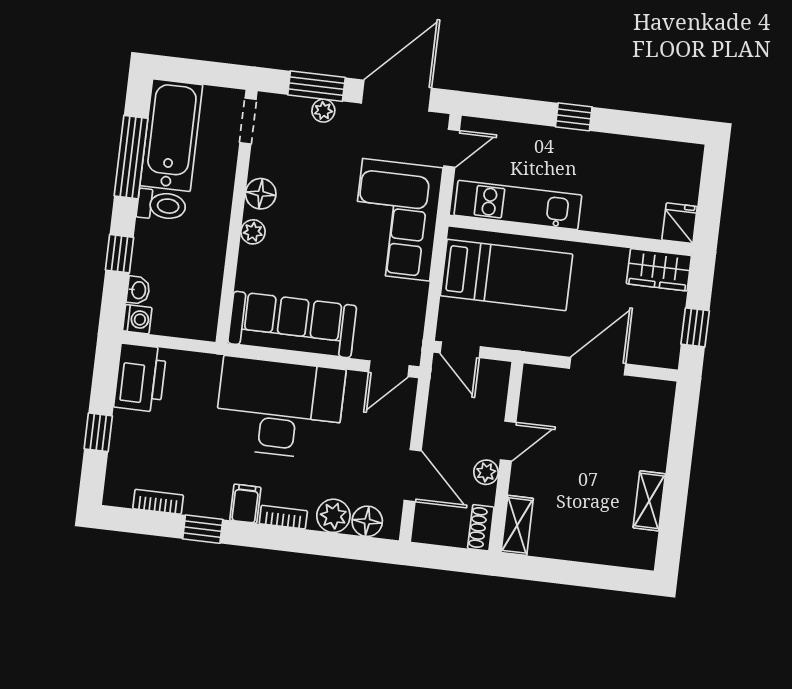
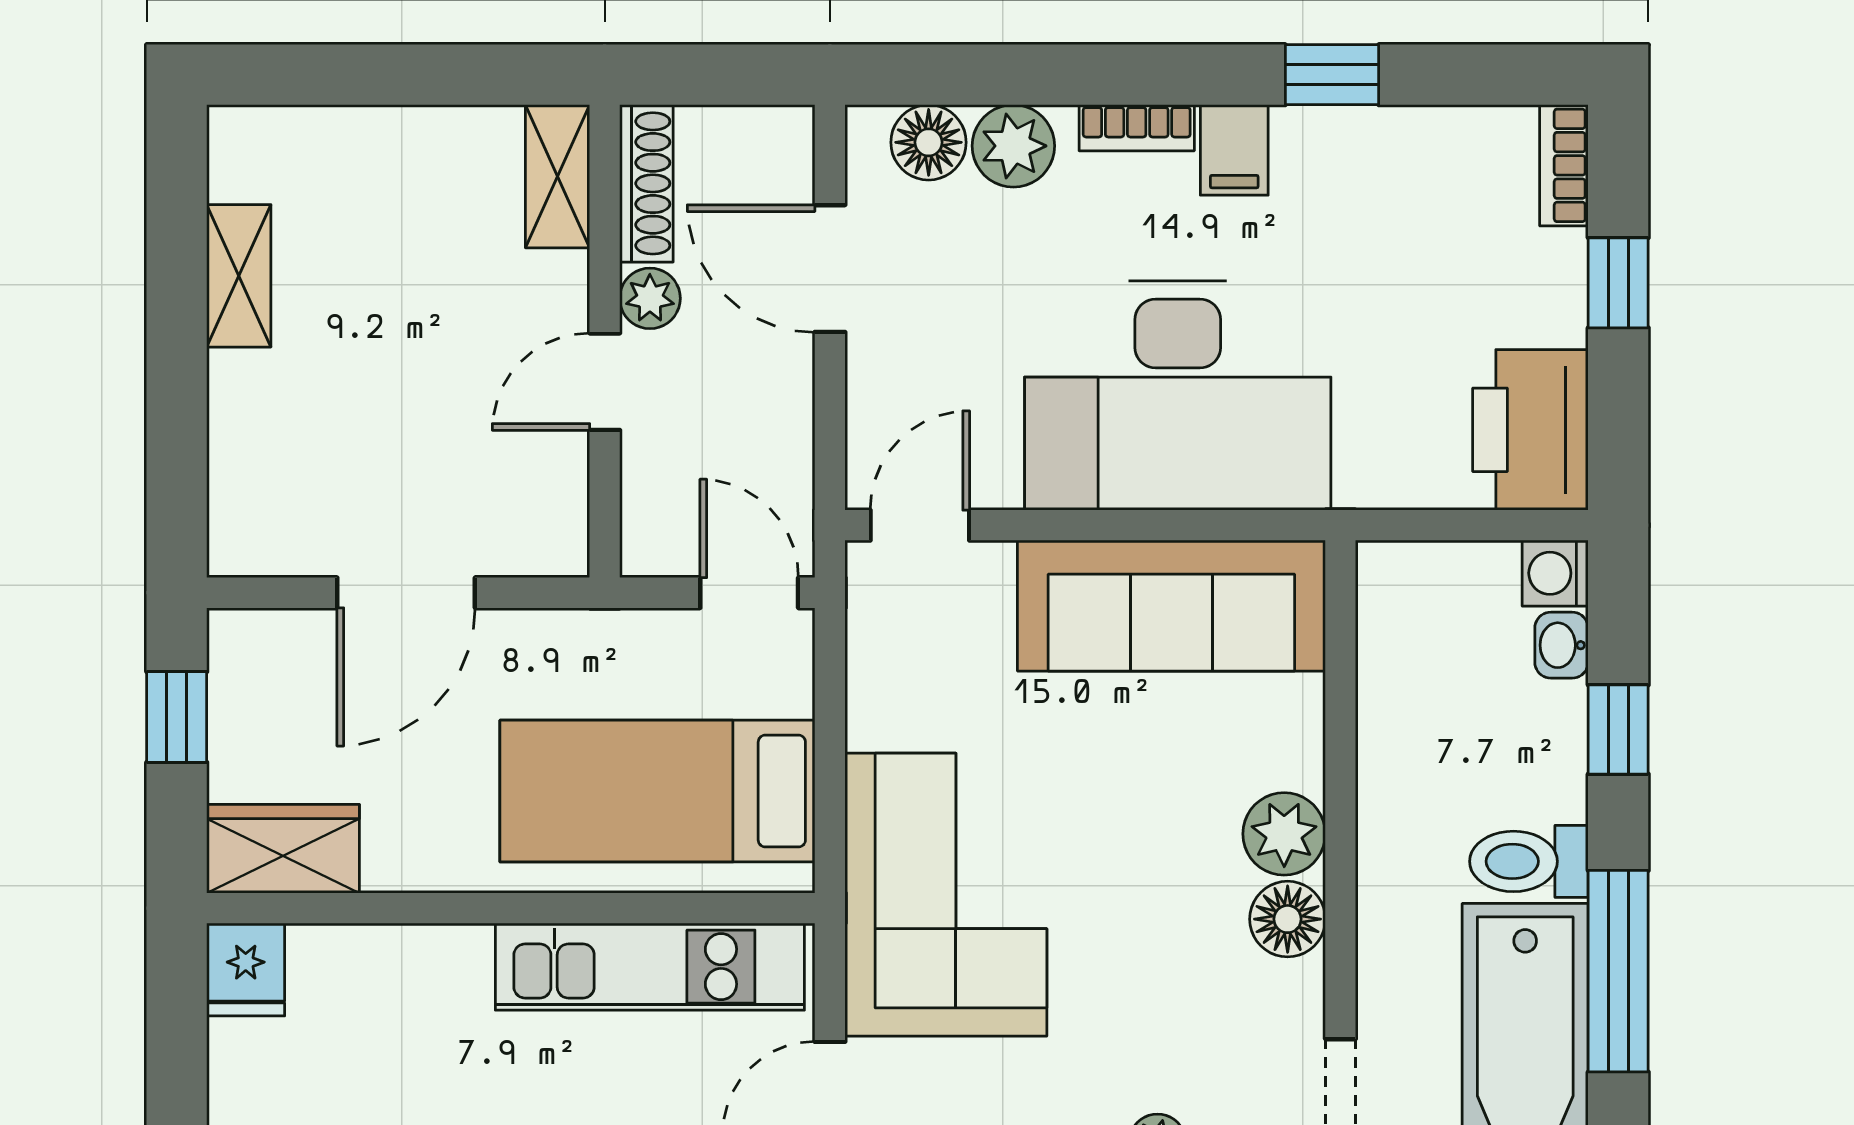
plant: (253, 232) -> (1284, 834), width x1.38, depth x1.38
bookcase: (158, 502) -> (1564, 165), moved, turned 90
shoe rack: (481, 528) -> (646, 183), width x1.43

